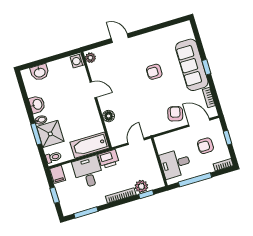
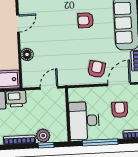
door: (93, 90) -> (18, 23), hinge flipped
door: (199, 122) -> (119, 84), hinge flipped
armchair: (205, 146) -> (120, 110), turned 90
desk: (175, 164) -> (84, 121), width x1.37

